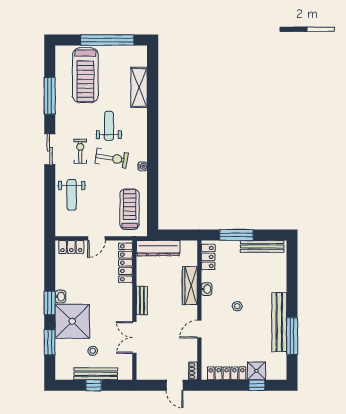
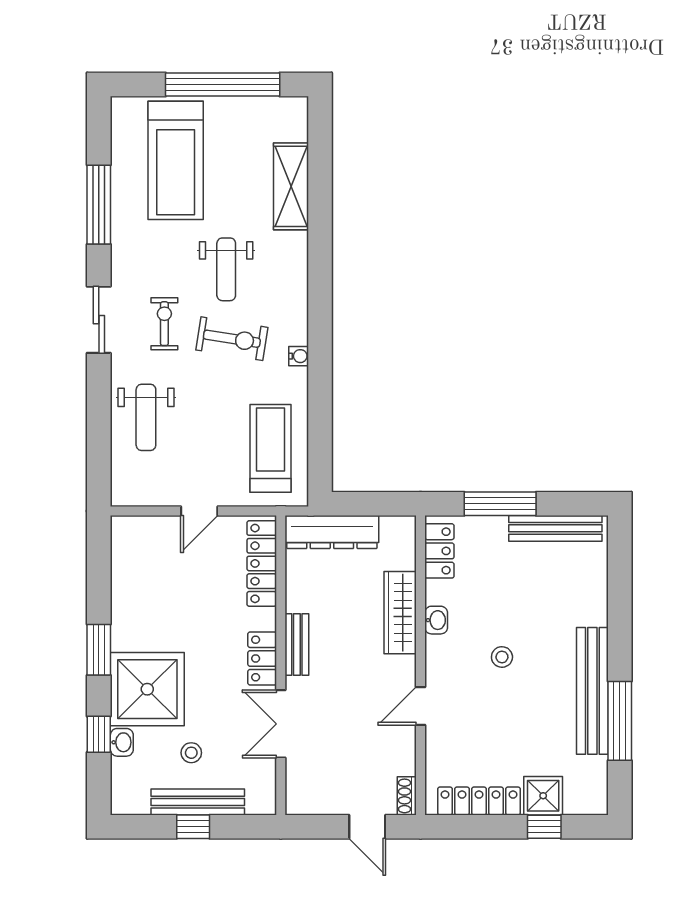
weight bench: (109, 126) -> (226, 269), turned 180
locker: (71, 247) -> (262, 658), moved, turned 90
washbasin: (60, 297) -> (122, 742), moved
window: (50, 342) -> (99, 734), width x0.67

